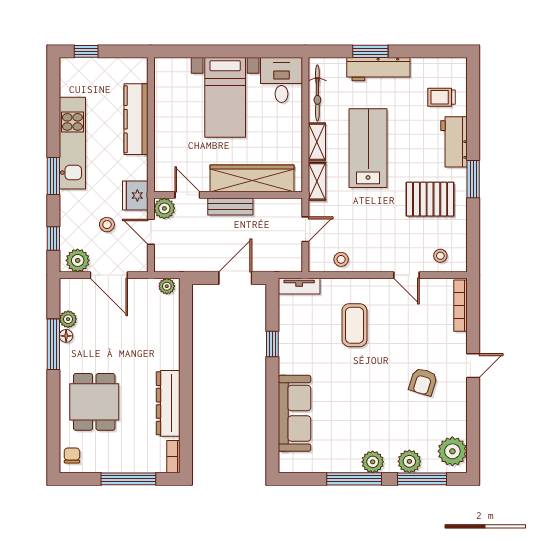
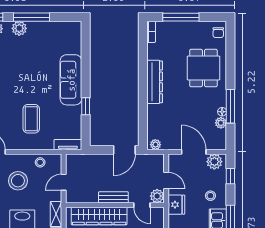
stool: (107, 225) -> (210, 196), moved
stool: (375, 232) -> (18, 181), added
door: (235, 278) -> (124, 150), moved
dresser: (168, 403) -> (155, 82), moved
sofa: (295, 413) -> (71, 80), moved

